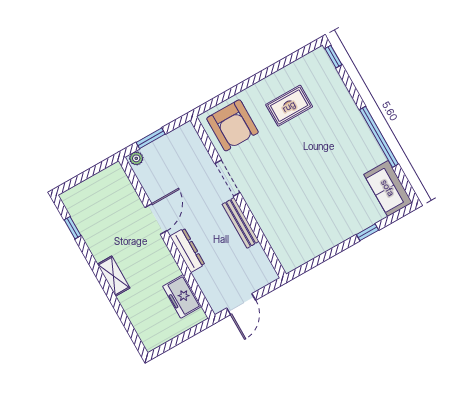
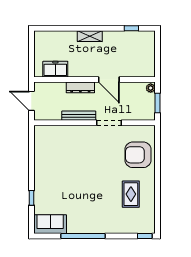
doorway: (227, 178) -> (109, 123), moved
wall: (238, 197) -> (94, 123), moved
bench: (241, 223) -> (79, 116), moved

